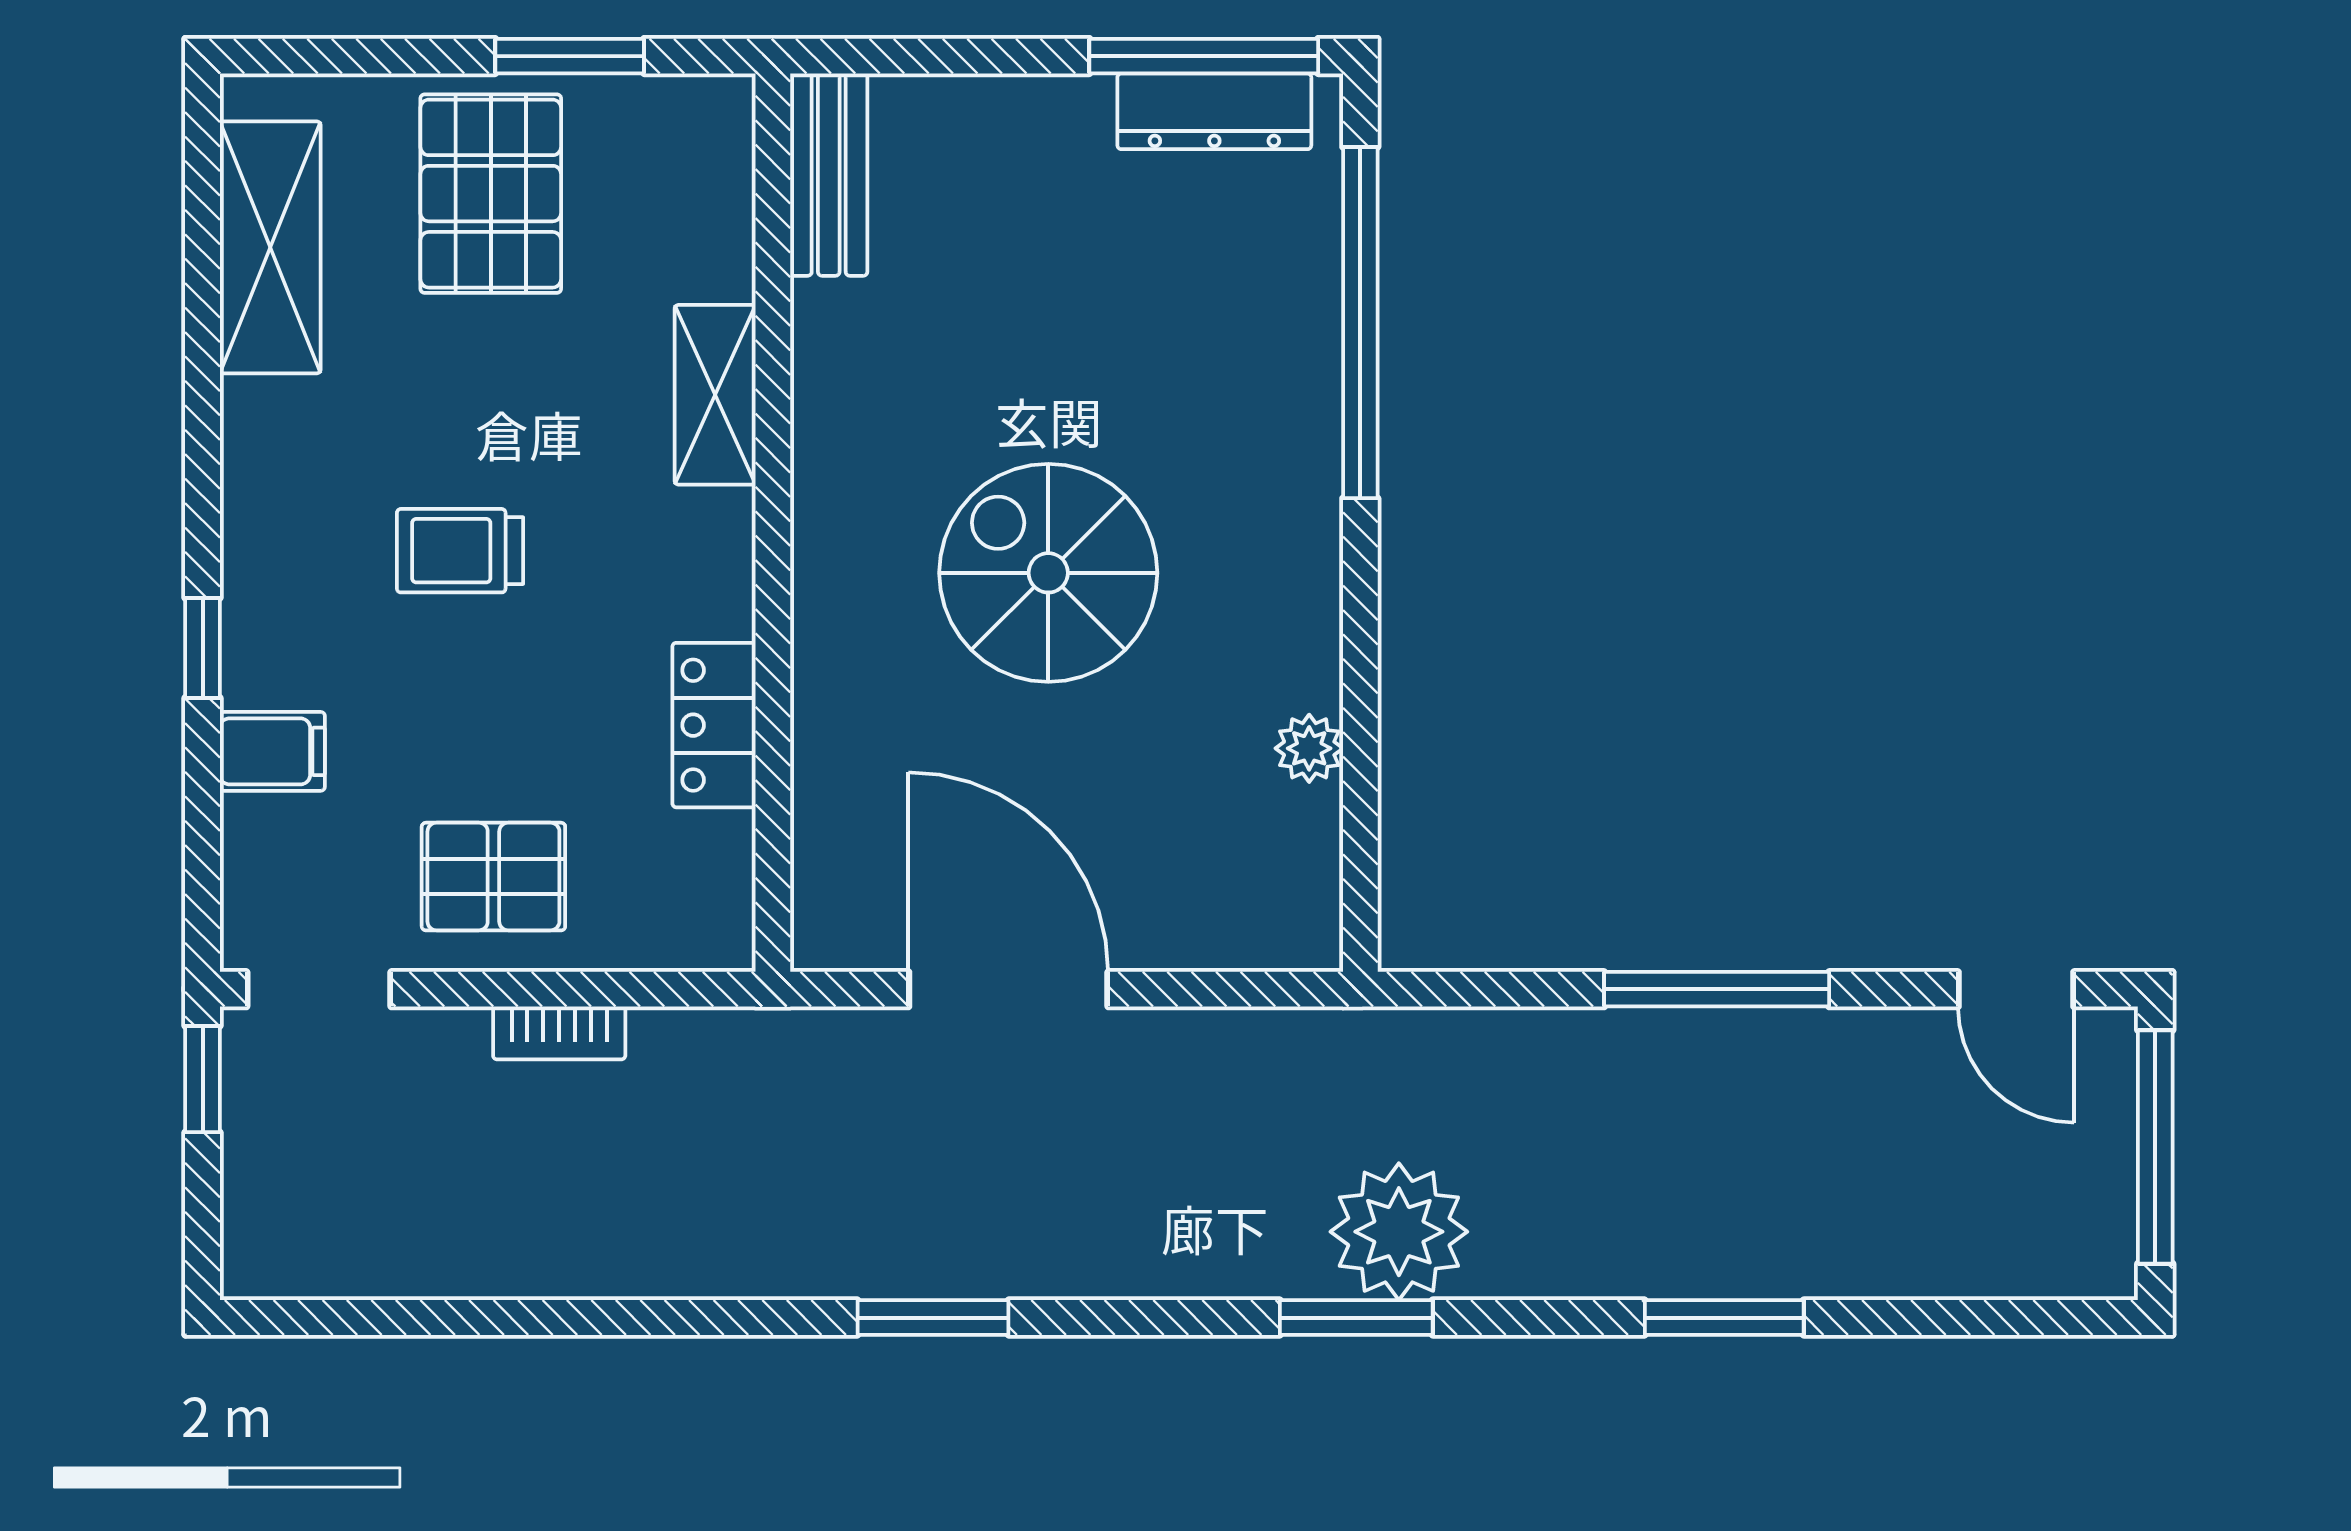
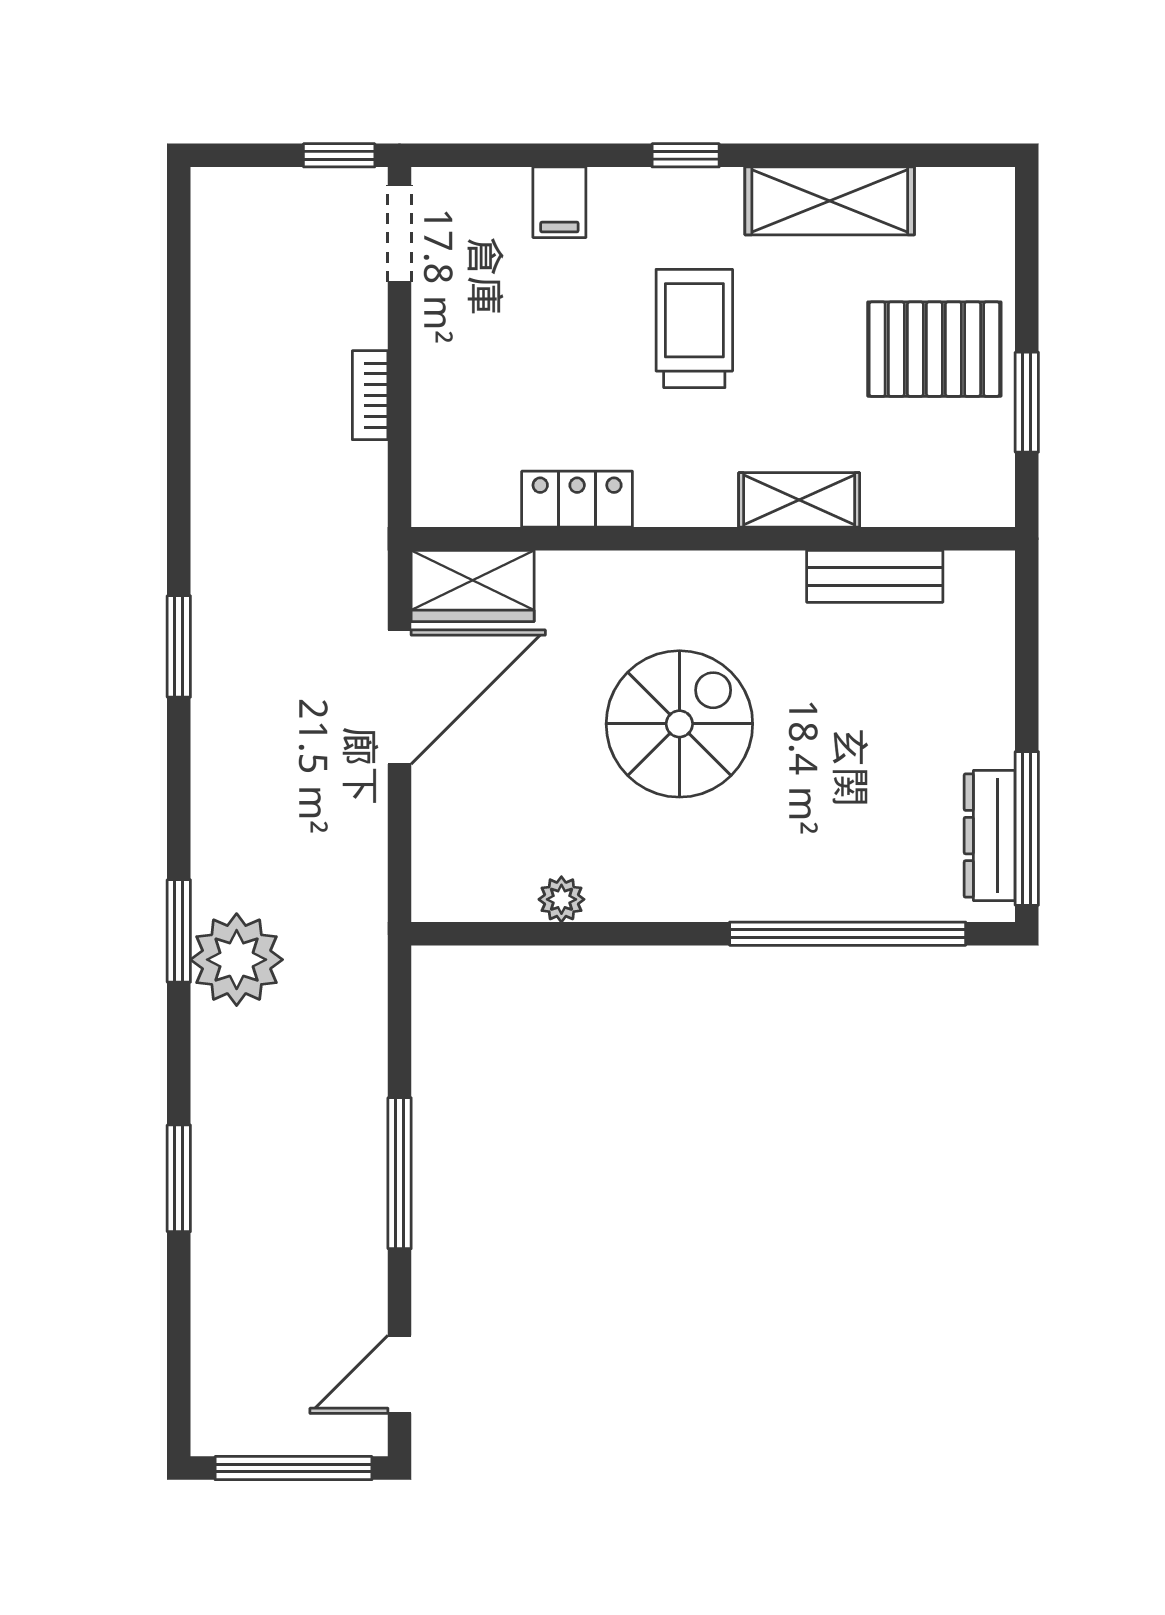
bench: (829, 175) -> (875, 576), moved
shelving: (270, 247) -> (830, 201), moved
trolley: (460, 551) -> (694, 328), width x1.36, depth x1.39
window: (203, 648) -> (686, 155), moved
pallet: (493, 877) -> (475, 351), removed
wardrobe: (843, 881) -> (473, 586), added

